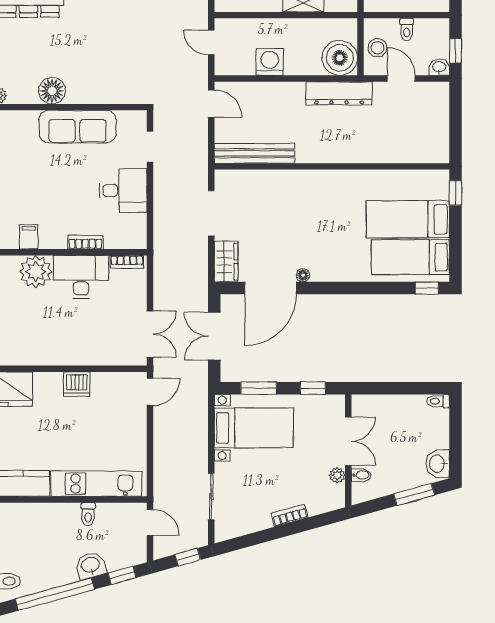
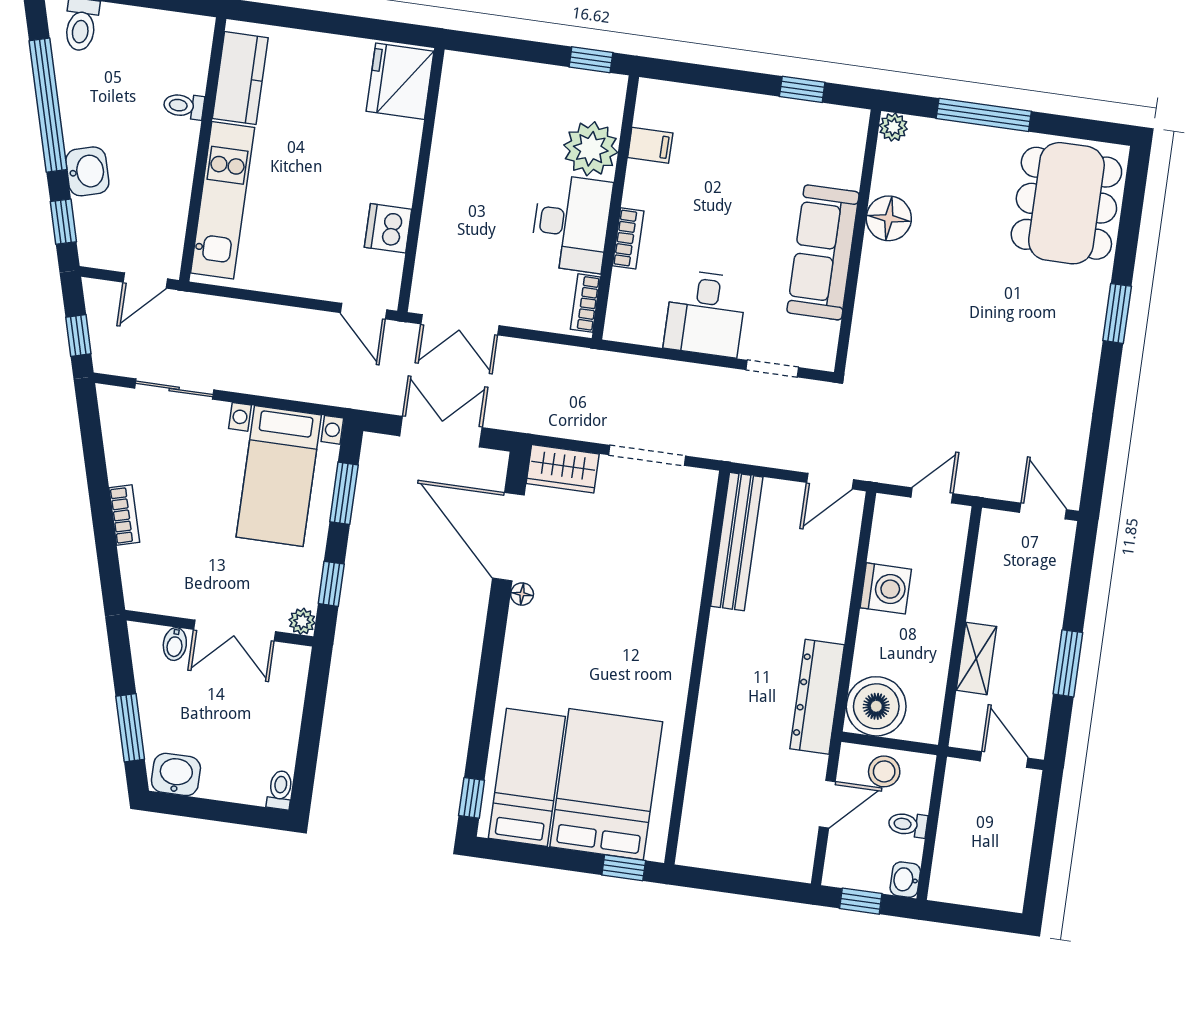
washbasin: (439, 67) -> (905, 880), moved, turned 180
bed: (408, 219) -> (606, 784), width x1.50
dishwasher: (77, 384) -> (388, 228), moved
plant: (337, 475) -> (302, 621), moved
toilet: (88, 514) -> (184, 106), moved

